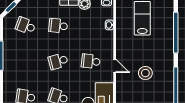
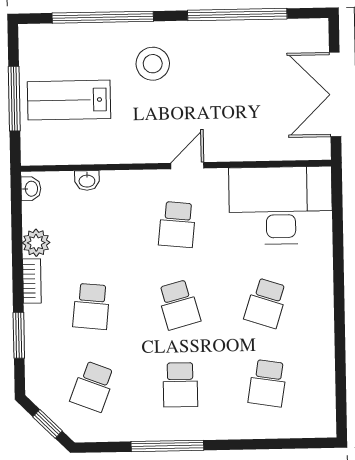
school desk: (26, 61) -> (180, 385), added
stool: (145, 73) -> (153, 64), moved

